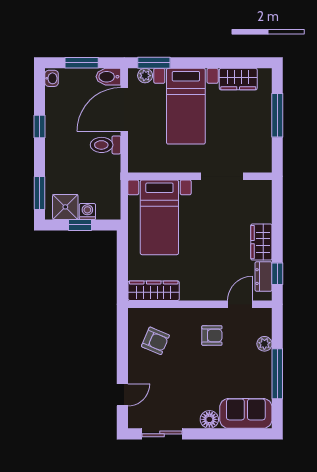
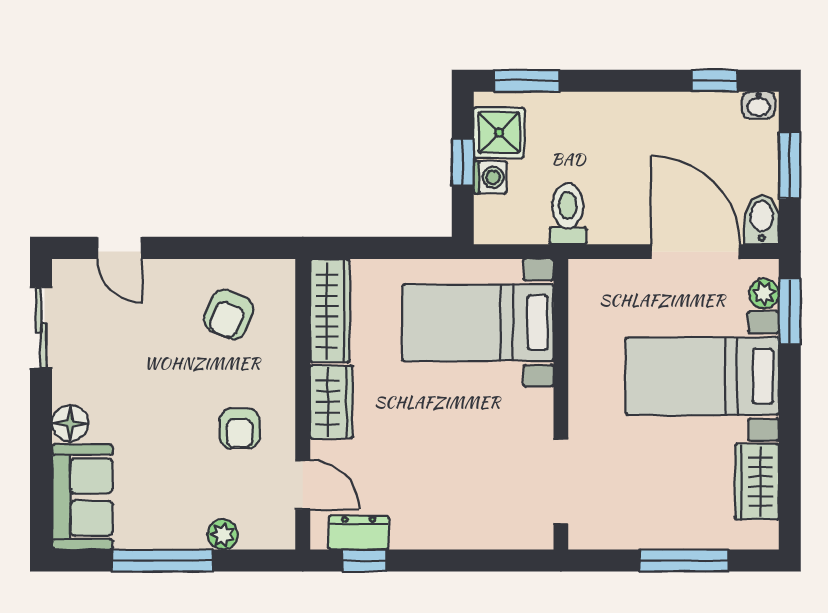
window: (40, 126) -> (715, 81), moved
toilet: (106, 145) -> (568, 214), moved
doorway: (222, 176) -> (561, 482), moved
wardrobe: (261, 242) -> (331, 402), moved, turned 90

